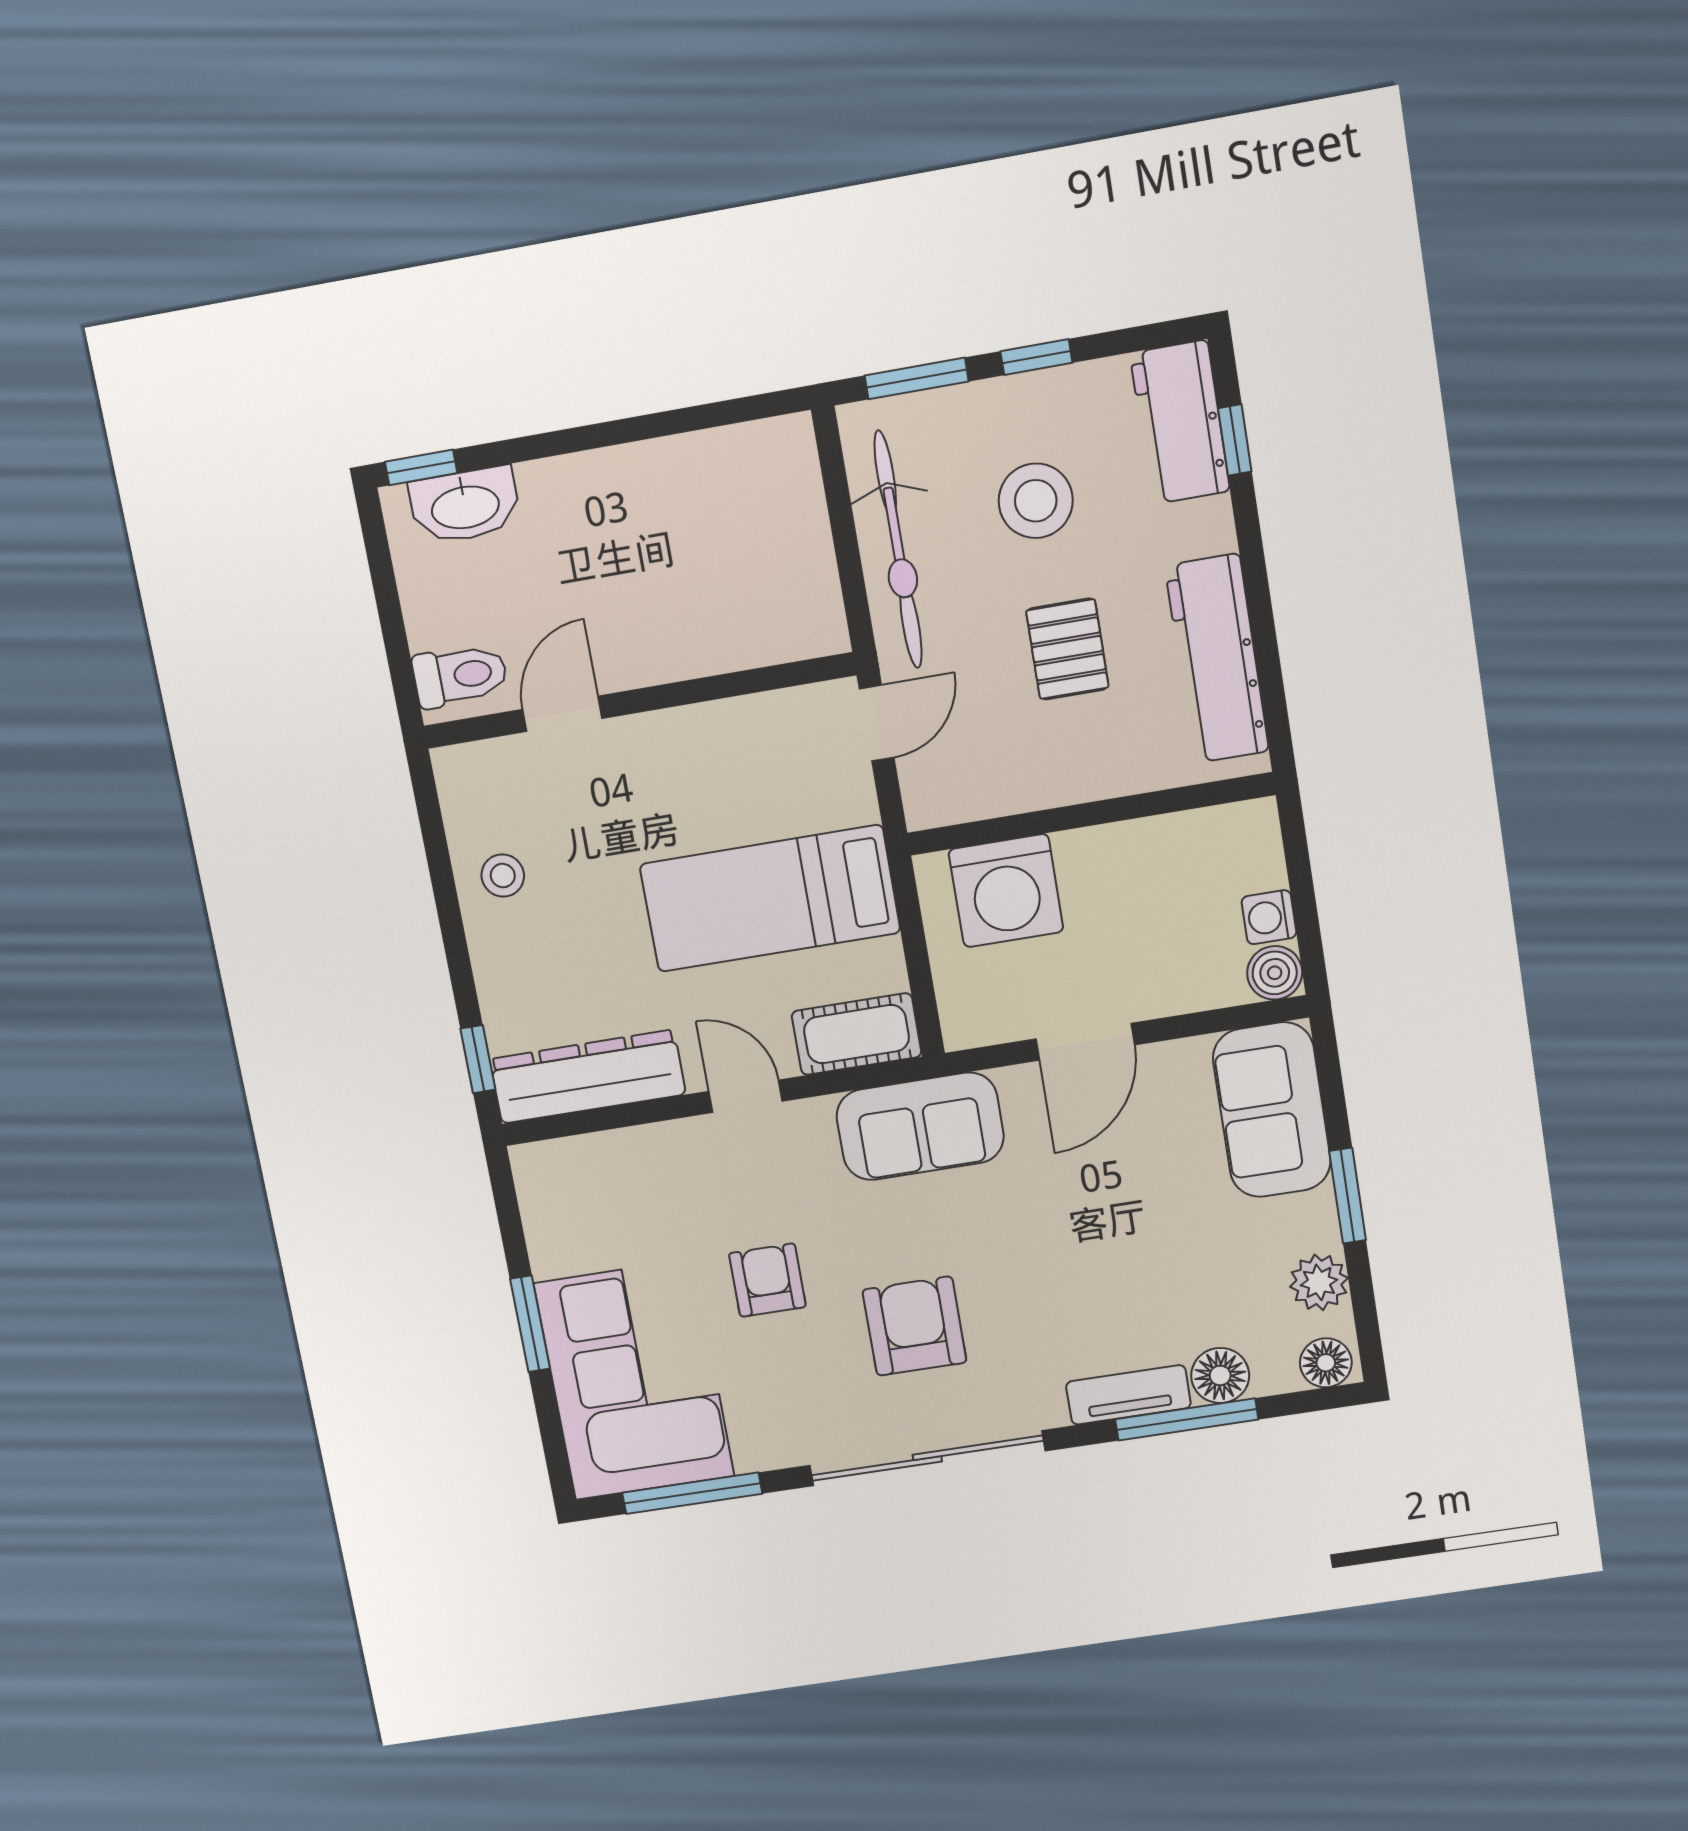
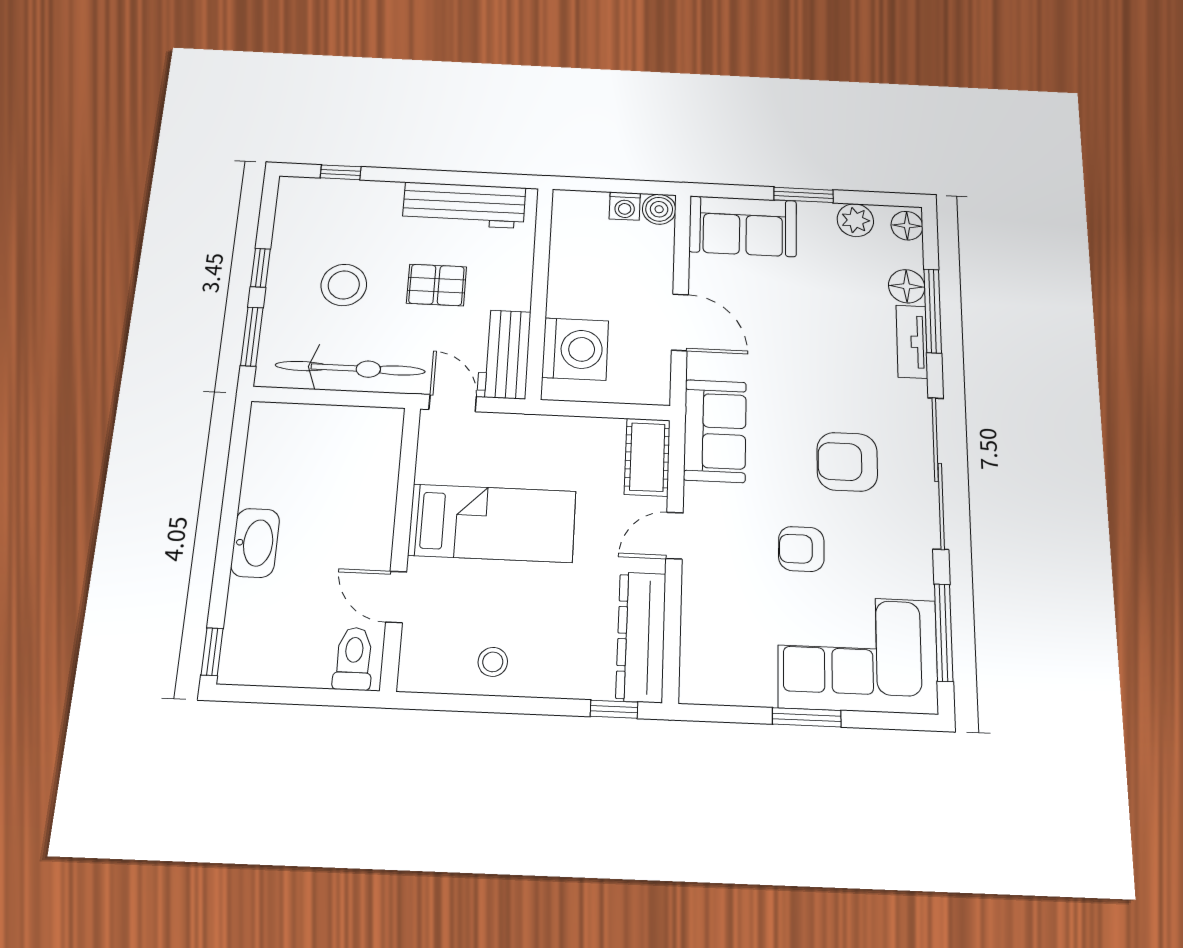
workbench: (1180, 422) -> (504, 354), moved, turned 90
washbasin: (465, 505) -> (255, 543), moved
bed: (770, 898) -> (492, 523), moved, turned -90

